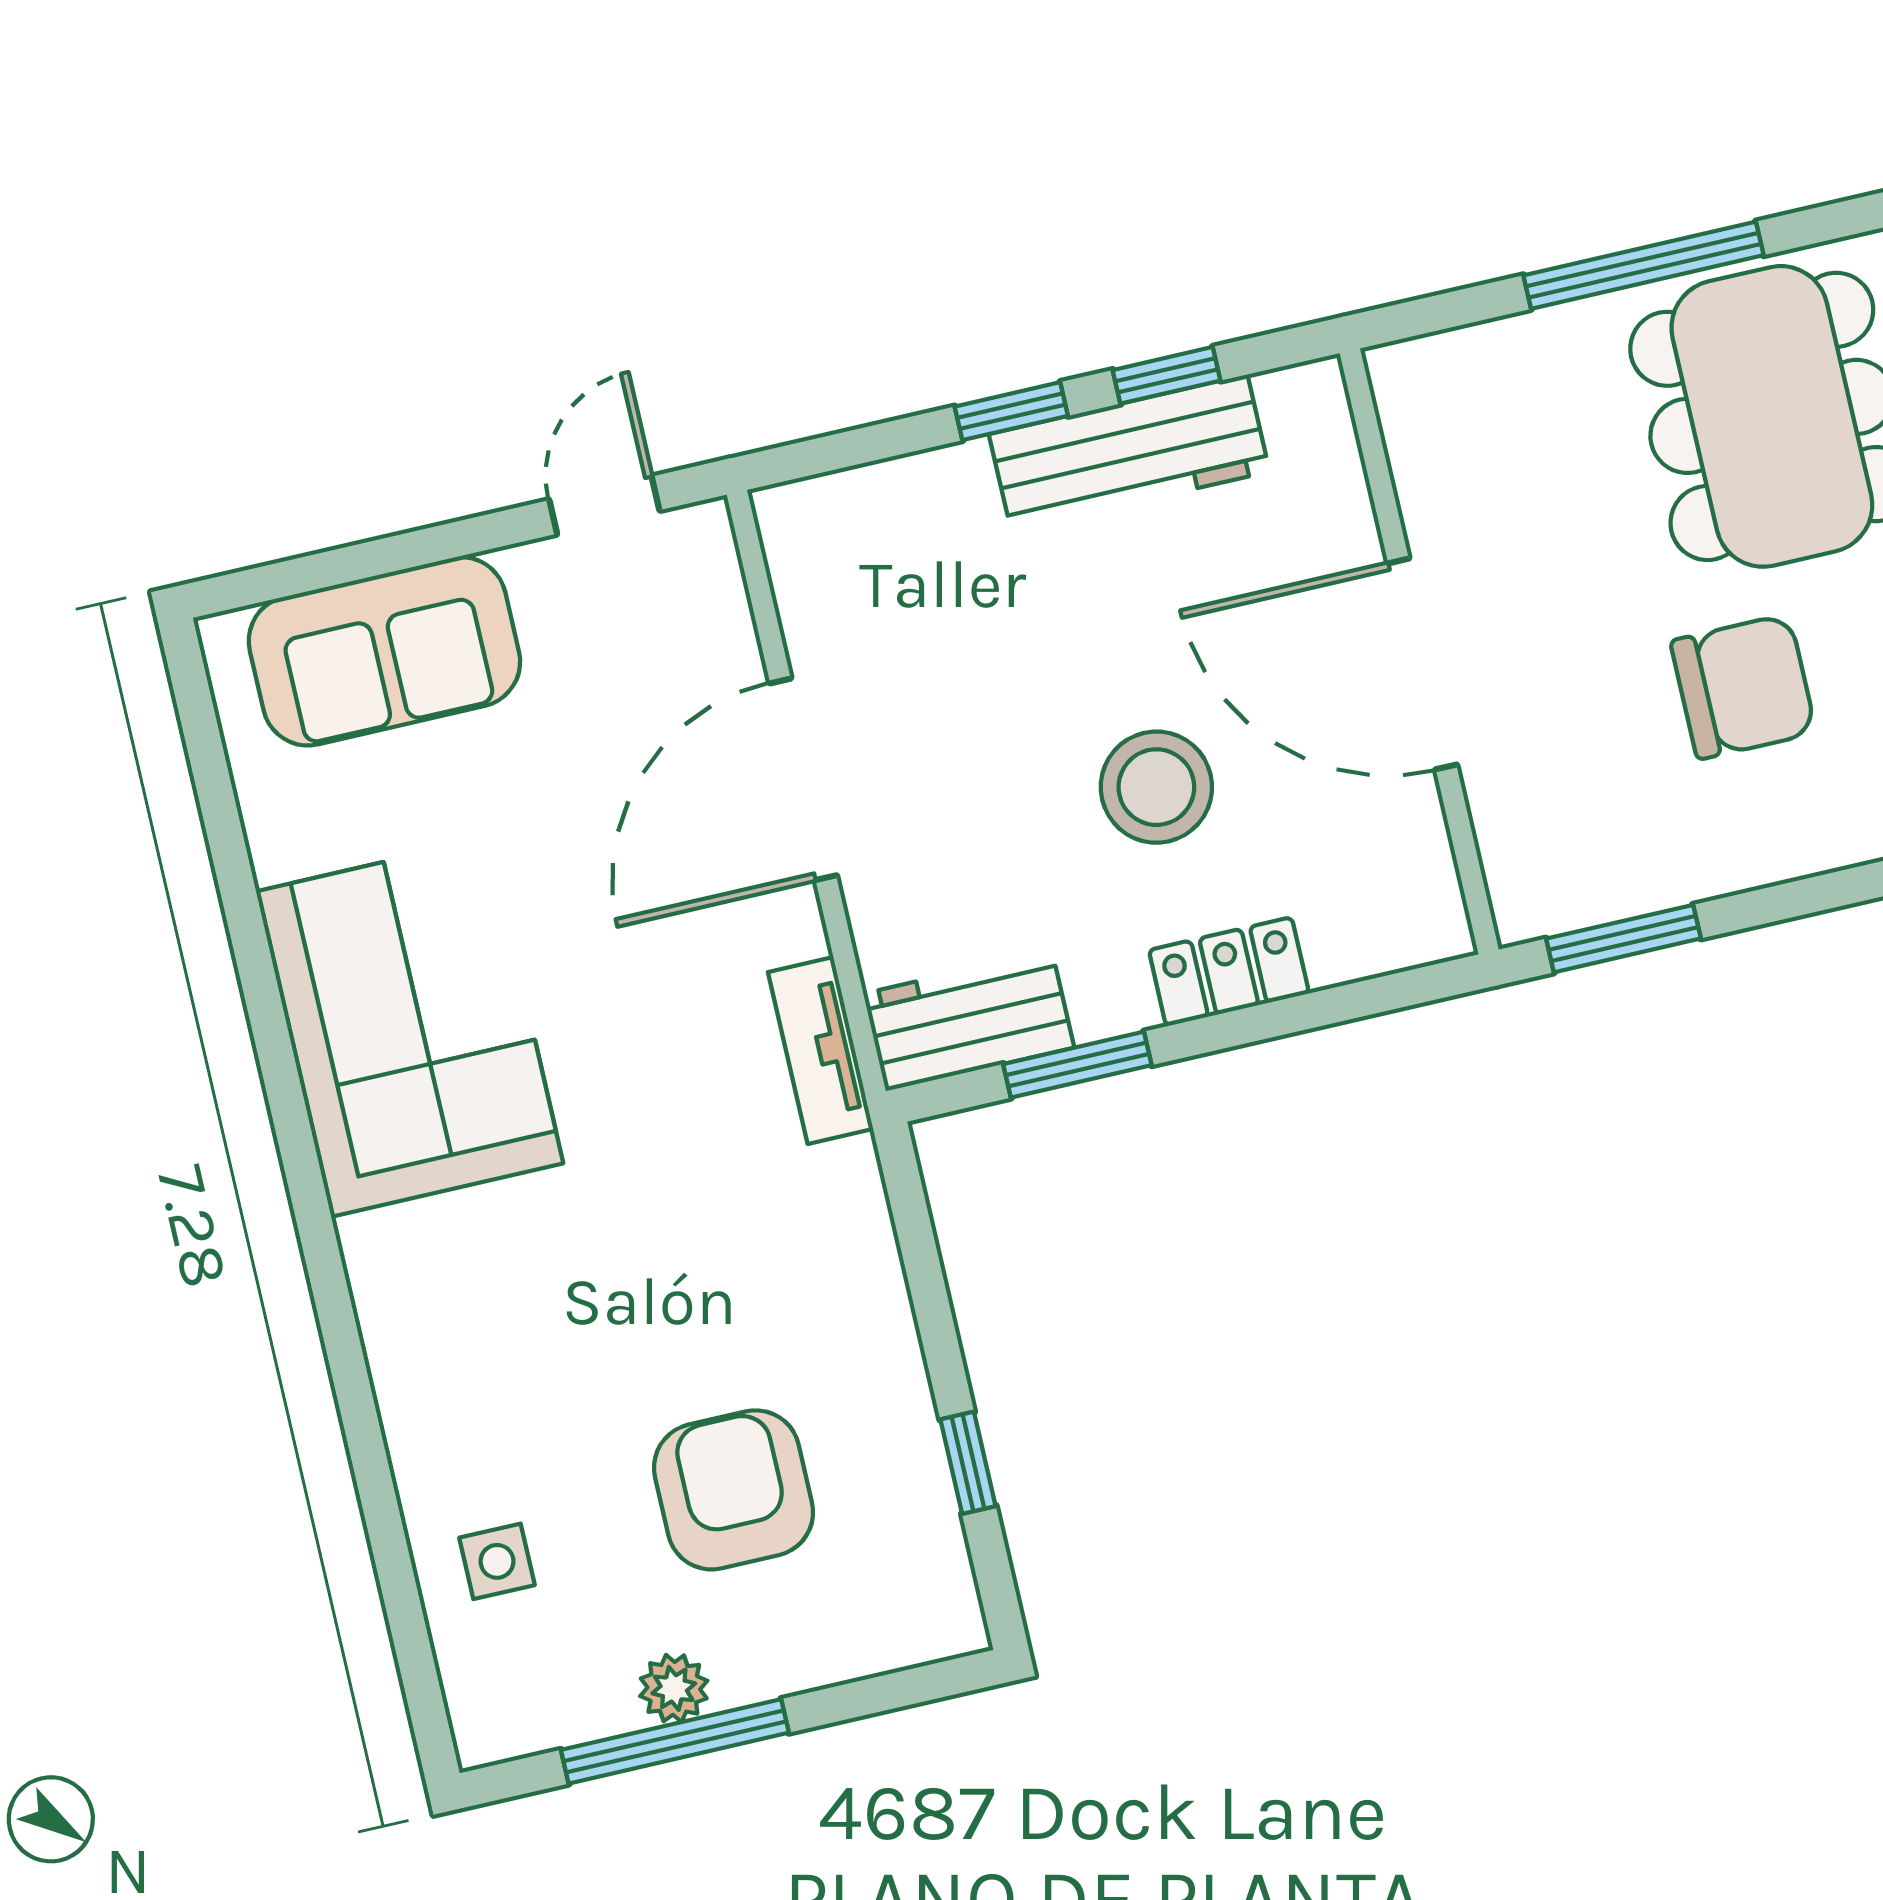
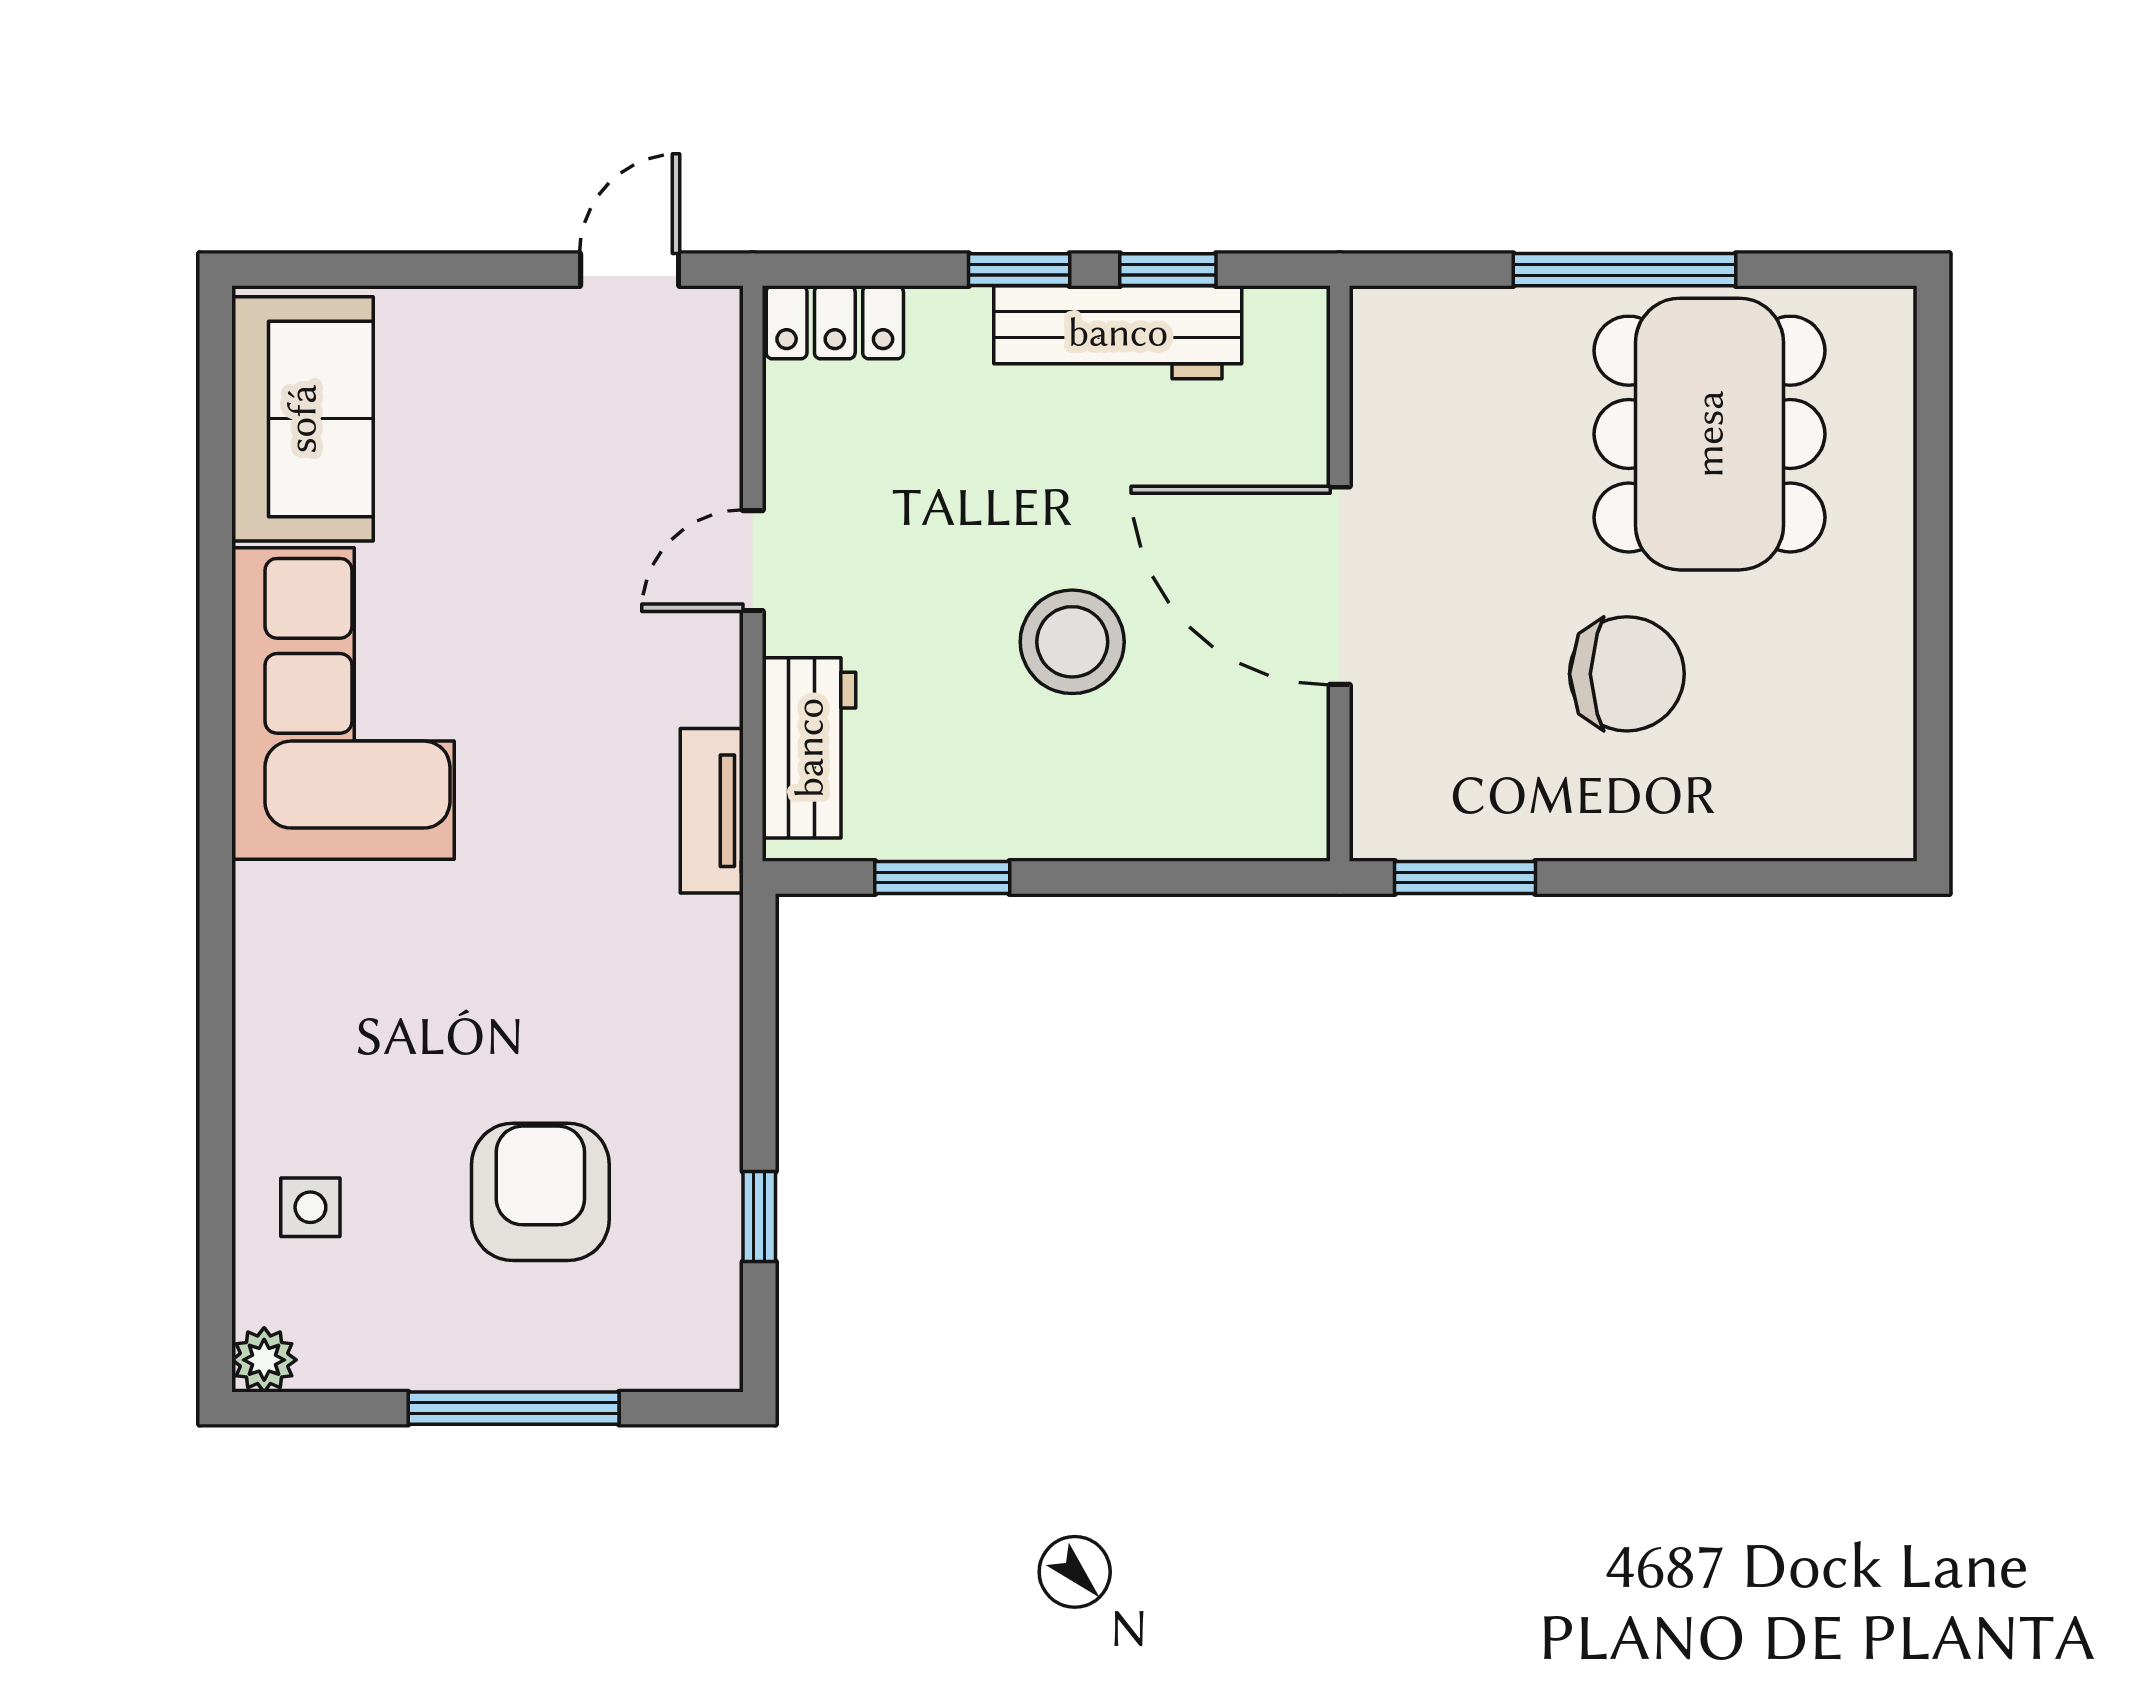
sofa: (384, 651) -> (302, 419), moved, turned -90
door: (803, 779) -> (753, 561), width x0.53
locker: (1229, 972) -> (835, 322), moved, turned 180
workbench: (969, 1021) -> (809, 748), moved, turned 90
plant: (674, 1688) -> (264, 1360), moved
window: (675, 1741) -> (514, 1408), moved

